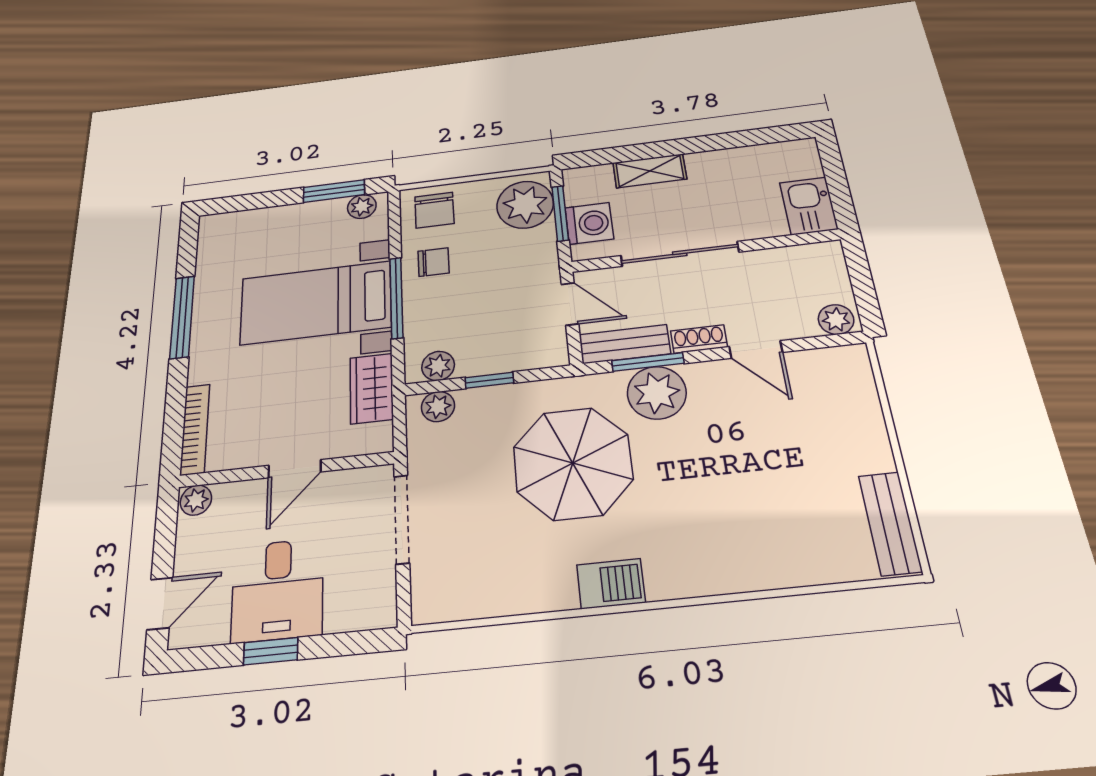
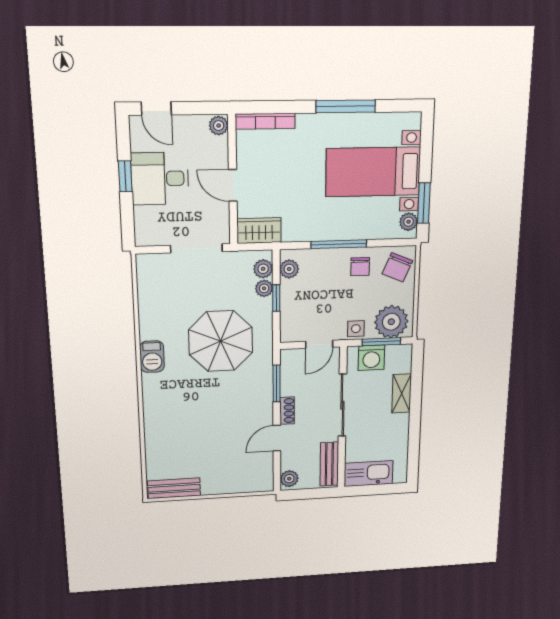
kitchen sink: (809, 206) -> (368, 474), width x1.38
chair: (434, 210) -> (397, 267), turned -67
side table: (539, 253) -> (356, 329), added
bed with nightstands: (316, 303) -> (373, 172), moved, turned -90
bench: (625, 344) -> (329, 464), moved
wardrobe: (372, 388) -> (259, 231), moved
plant: (657, 393) -> (264, 288), moved, width x0.53, depth x0.53

